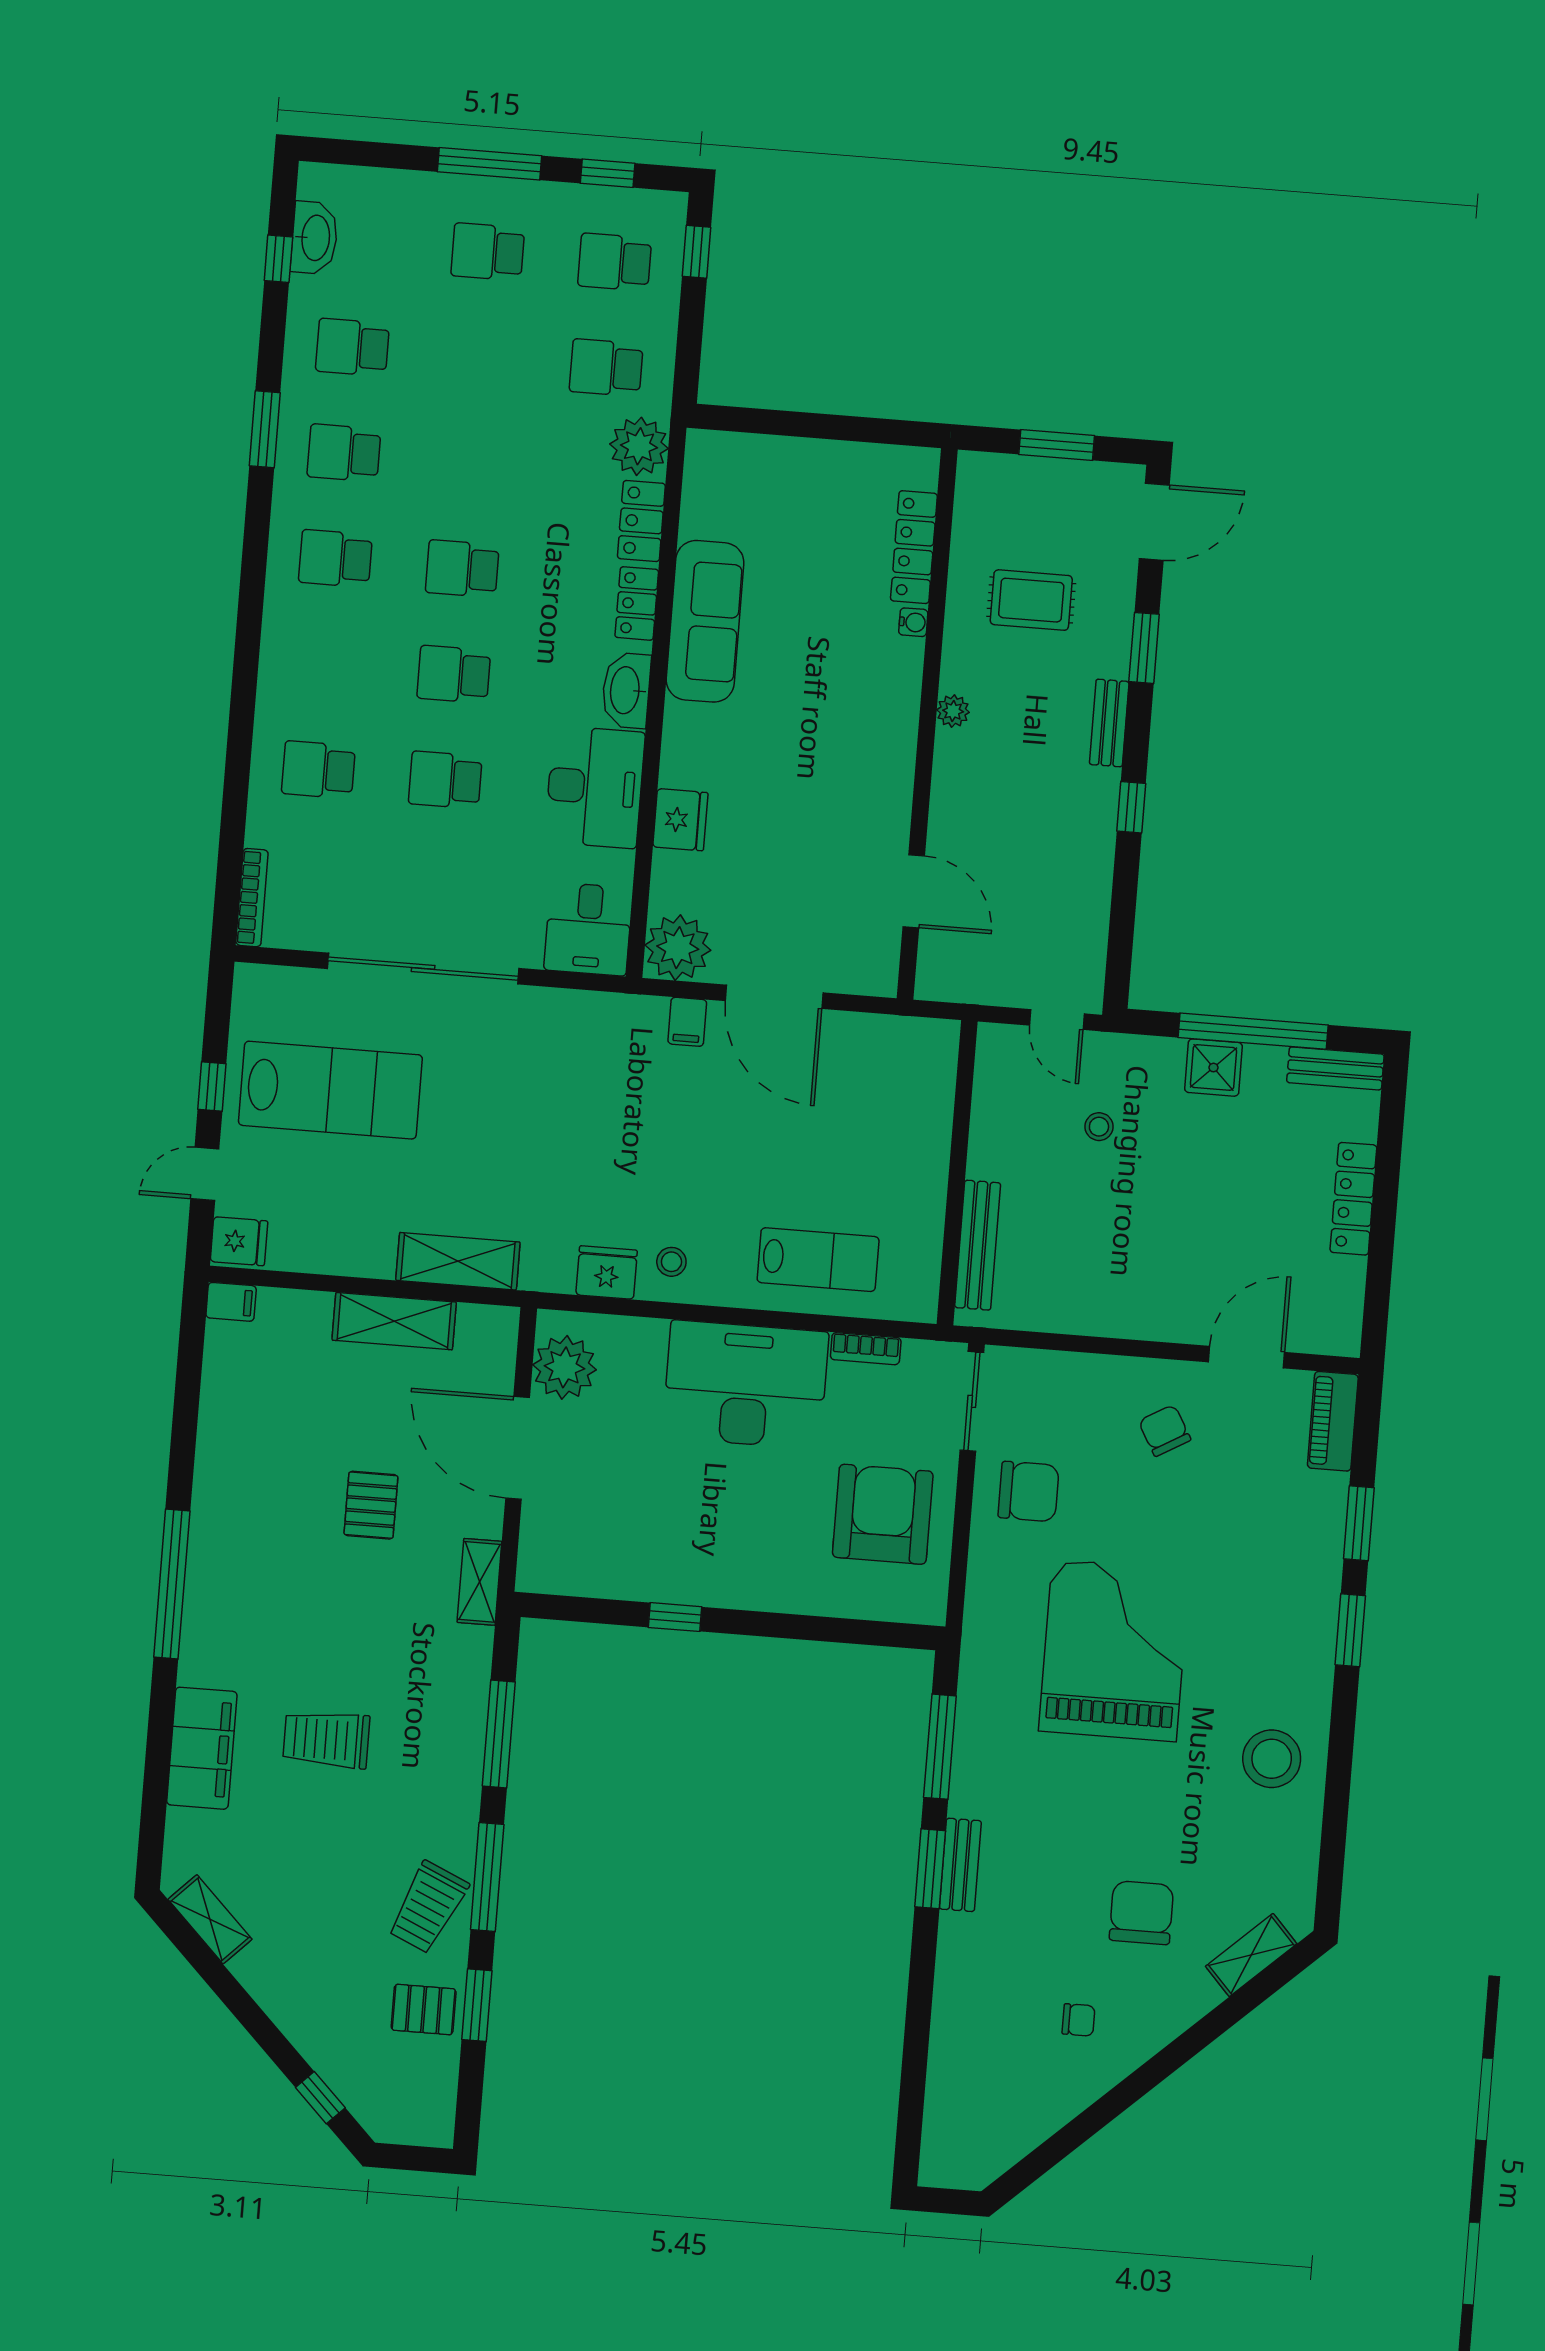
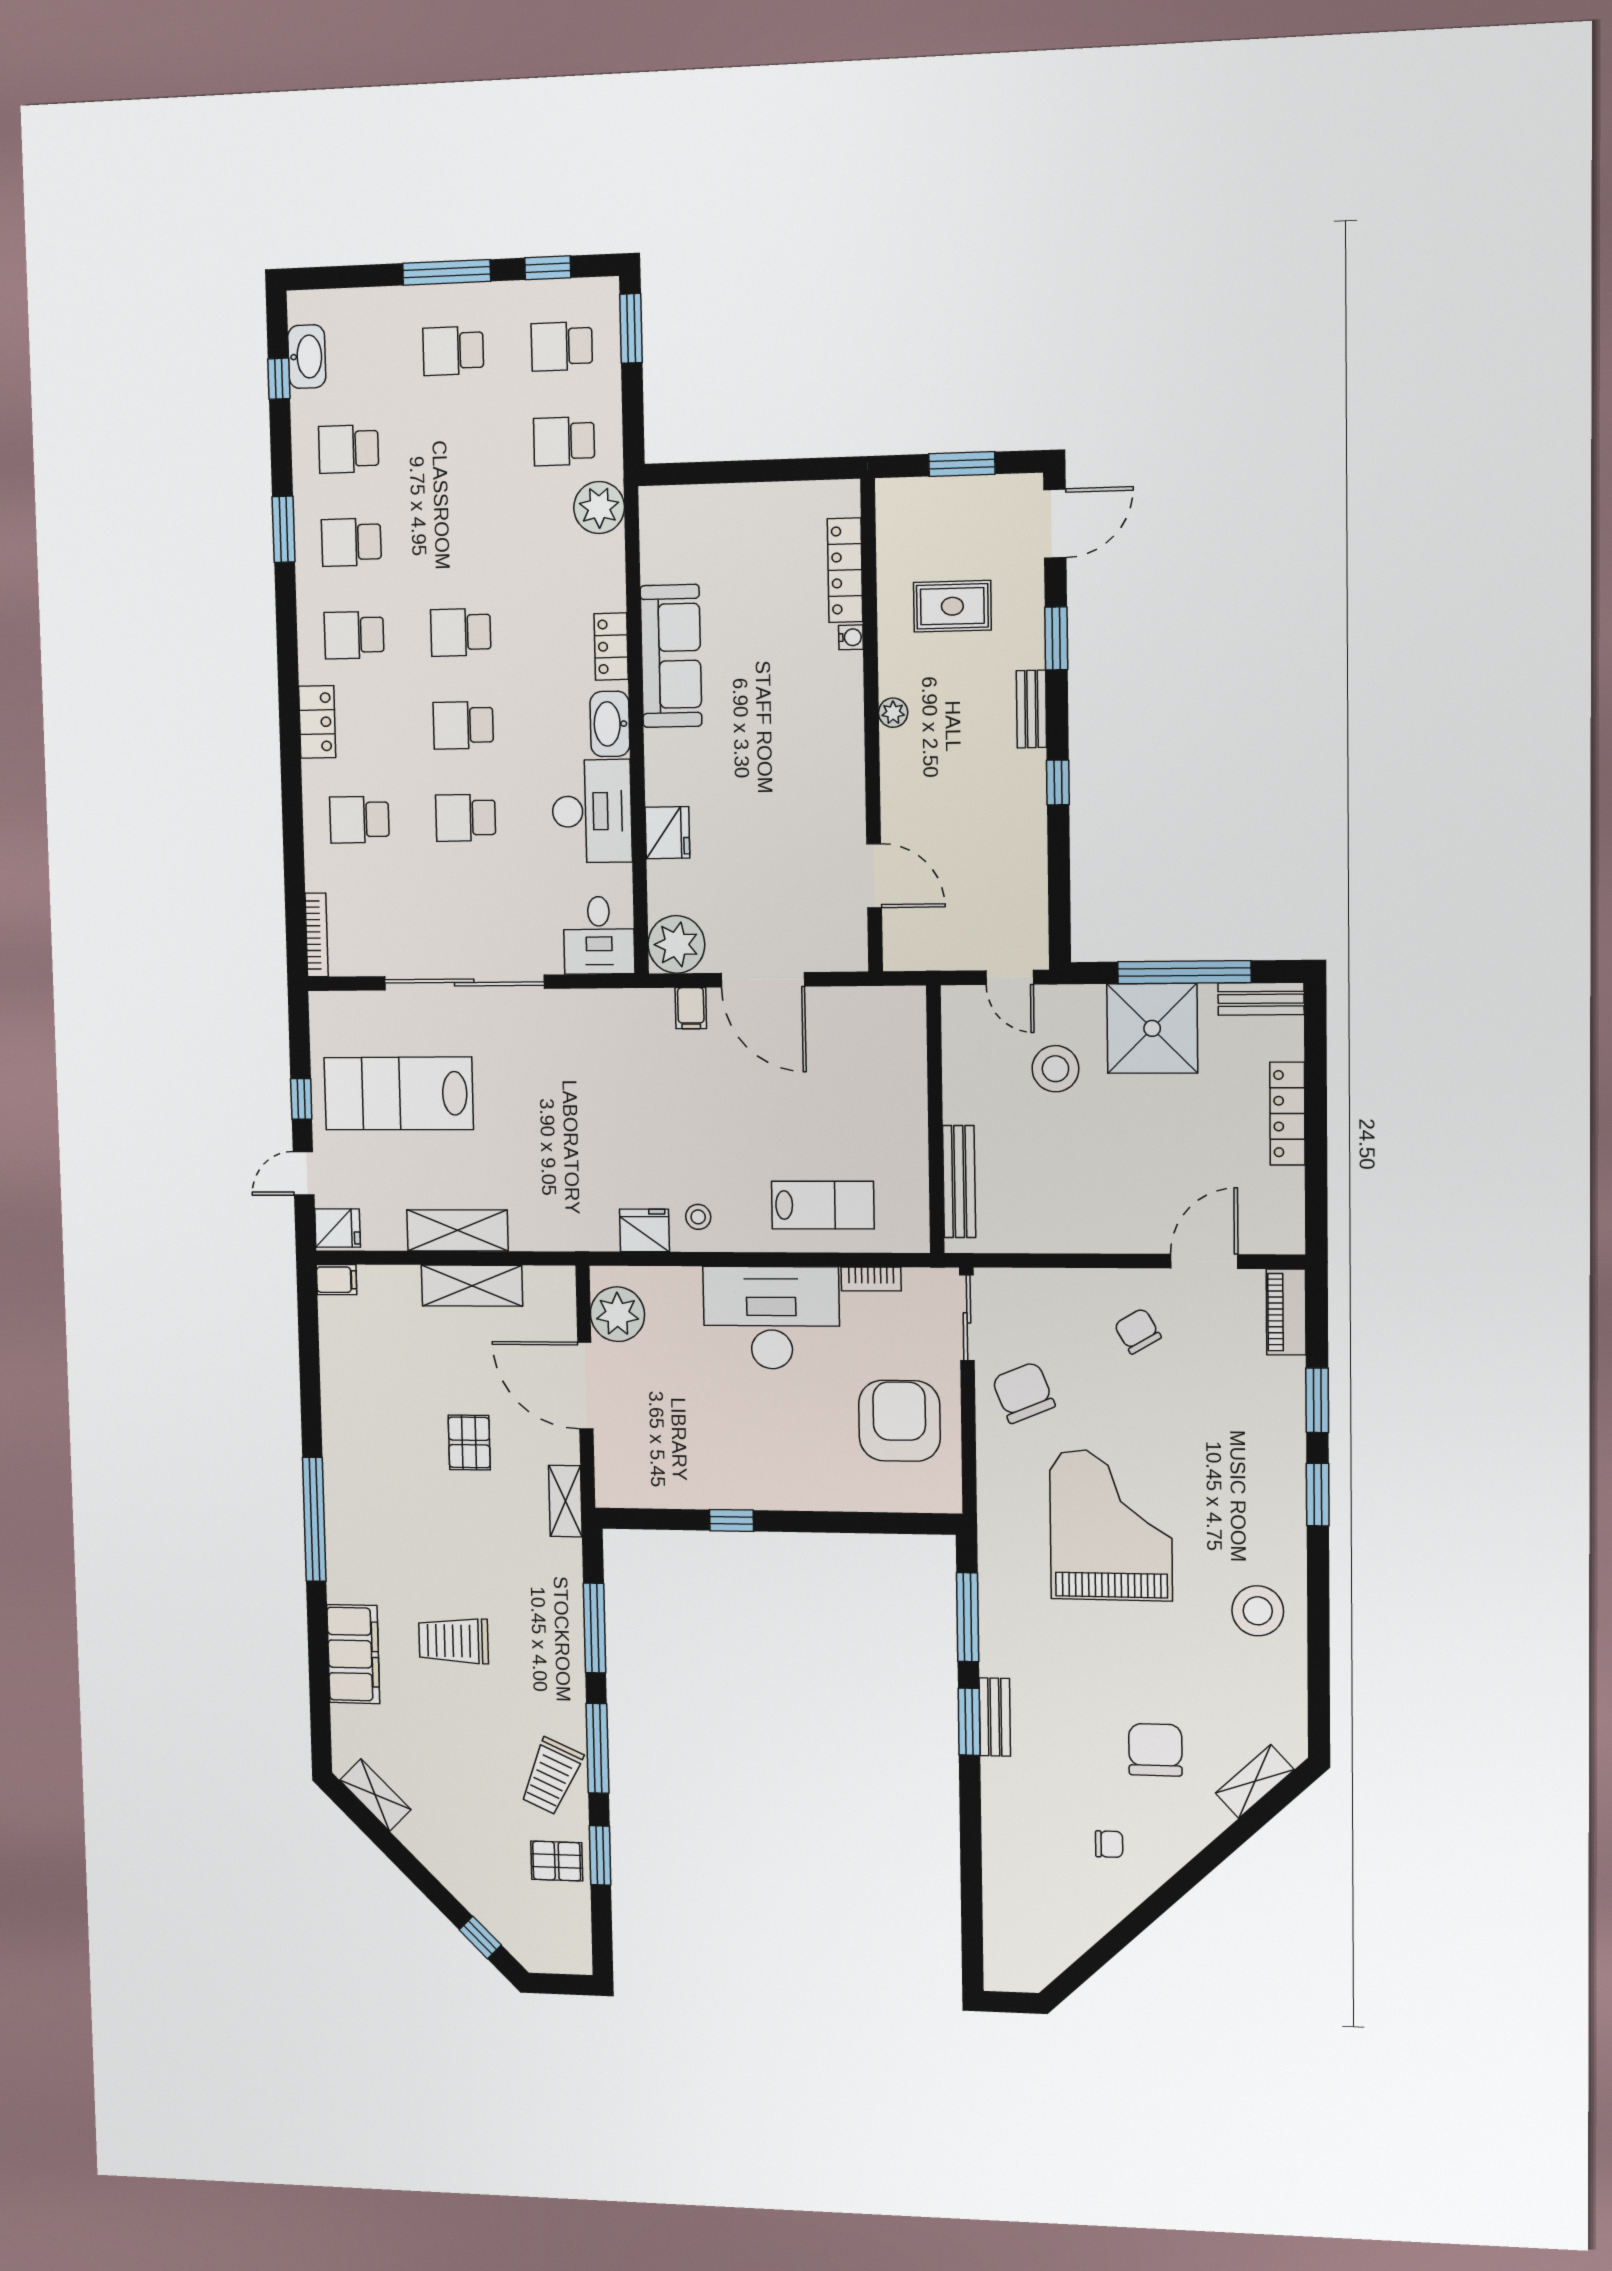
window: (696, 252) -> (631, 328), width x1.50
locker: (641, 521) -> (317, 722), moved, turned 180
shower: (1213, 1068) -> (1152, 1028), width x1.86, depth x1.86
lab bench: (330, 1090) -> (399, 1093), turned 180
stool: (1099, 1127) -> (1055, 1069), width x1.89, depth x1.89
shelving: (458, 1261) -> (457, 1230), moved
chair: (1029, 1491) -> (1023, 1393), turned -112

